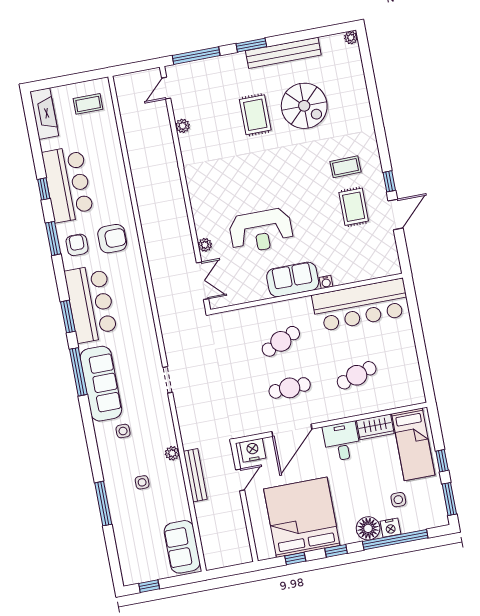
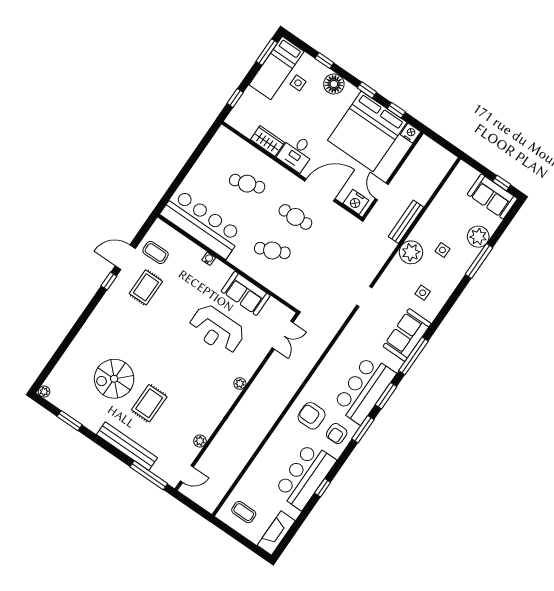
window: (251, 45) -> (70, 421), moved
bench: (283, 53) -> (127, 446), moved
spiral stairs: (304, 106) -> (114, 379), turned -90
coffee table: (346, 167) -> (156, 253), moved
reception desk: (261, 231) -> (217, 330), turned 180
window: (53, 238) -> (363, 429), moved
plant: (205, 245) -> (240, 383), moved
sofa: (293, 279) -> (246, 293), moved
double door: (202, 281) -> (283, 335), swing flipped
sofa: (101, 384) -> (407, 335), width x0.73
bed: (413, 444) -> (276, 68), moved, turned 180
plant: (172, 453) -> (411, 252), width x1.87, depth x1.87
window: (442, 461) -> (235, 98), moved
door: (240, 480) -> (382, 192), hinge flipped
plant: (124, 523) -> (478, 237), added
nightstand: (390, 528) -> (410, 133), moved
window: (395, 540) -> (324, 61), width x0.32
sofa: (182, 547) -> (492, 196), moved, turned 90

